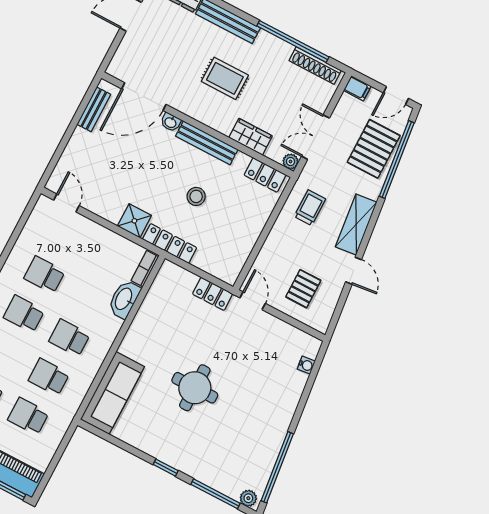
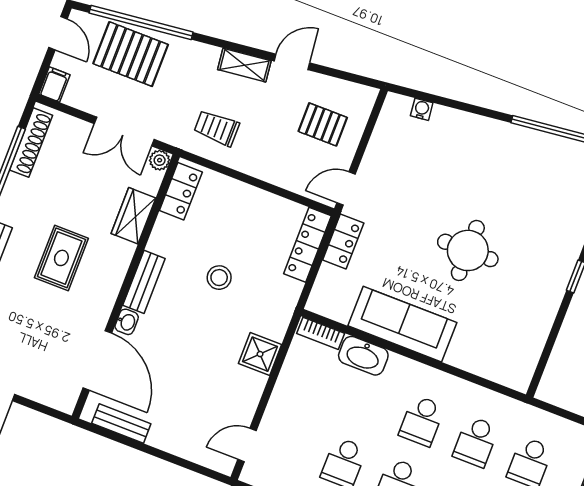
bench: (207, 143) -> (144, 282), width x0.73
shelving: (356, 224) -> (244, 65), width x0.67, depth x0.75
locker: (170, 243) -> (307, 245), moved
sofa: (112, 393) -> (402, 324), moved

